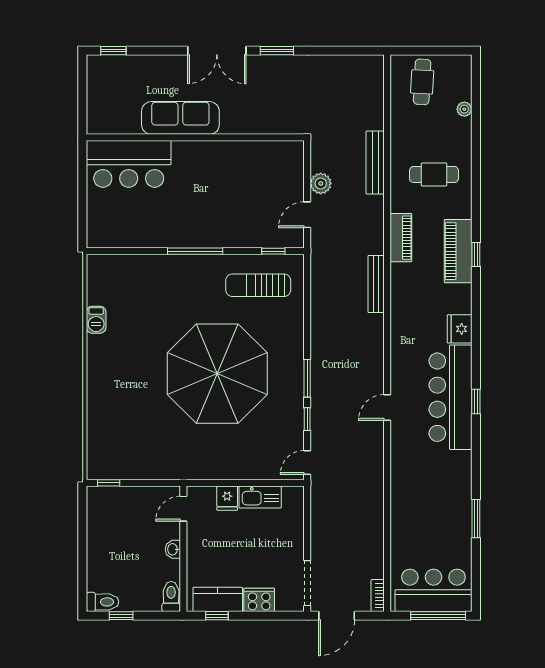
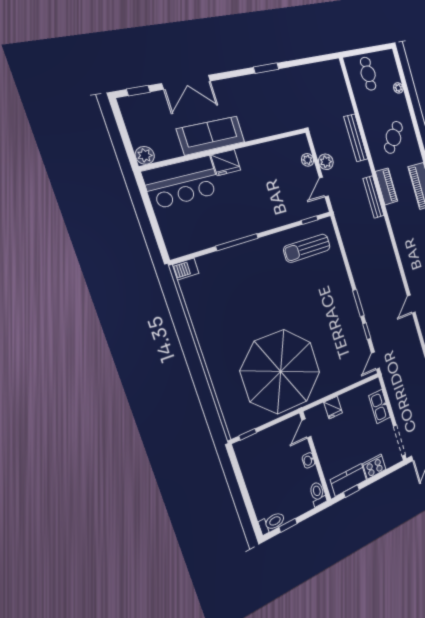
double door: (217, 51) -> (186, 82), moved
plant: (97, 124) -> (145, 155), added
fridge: (188, 154) -> (226, 163), added
cafe table: (434, 174) -> (393, 137), turned -50
plant: (296, 175) -> (308, 160), added
window: (195, 251) -> (237, 242), moved
bench: (376, 284) -> (373, 197), moved
barbecue: (96, 320) -> (185, 269), moved, turned 90
parasol: (217, 374) -> (281, 372), moved
kitchen sink: (260, 497) -> (380, 406), moved, turned 90

